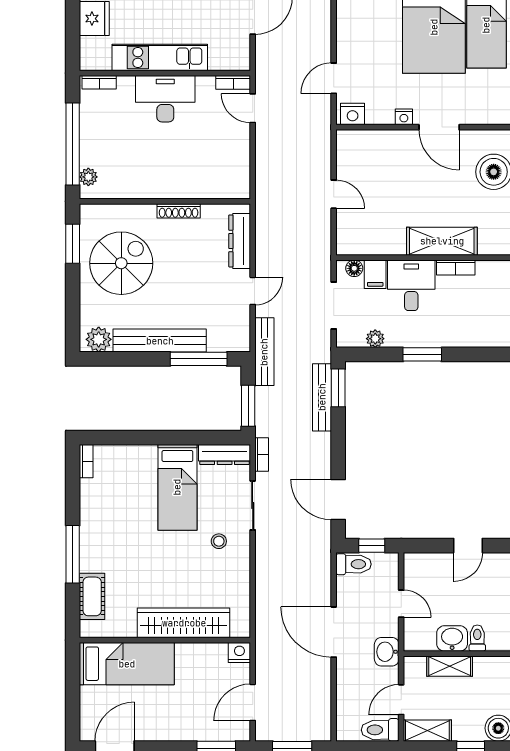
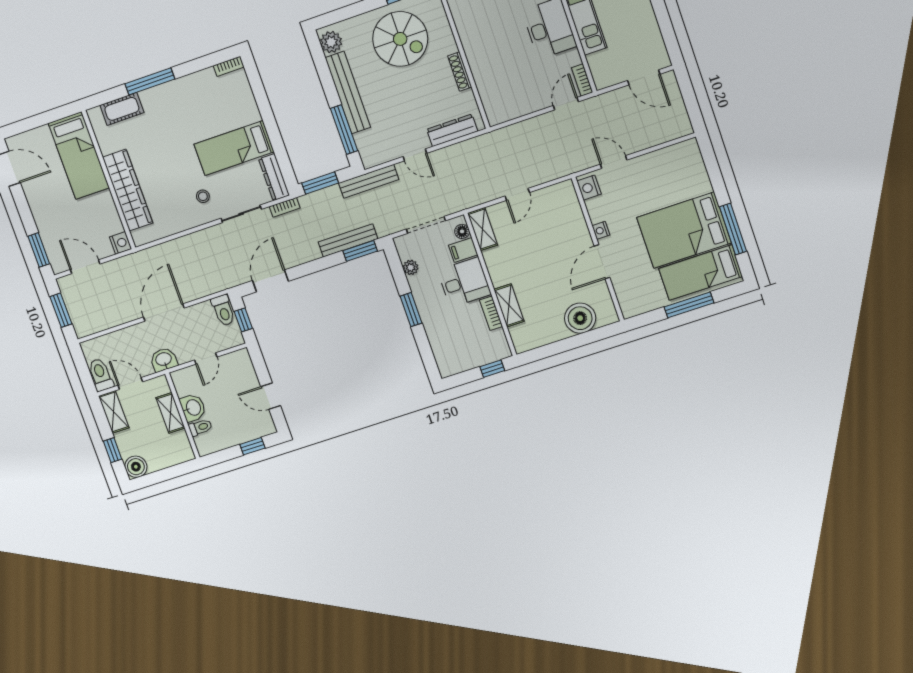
shelving: (442, 241) -> (509, 305), width x0.67, depth x0.75
shelving: (359, 245) -> (483, 229), added

